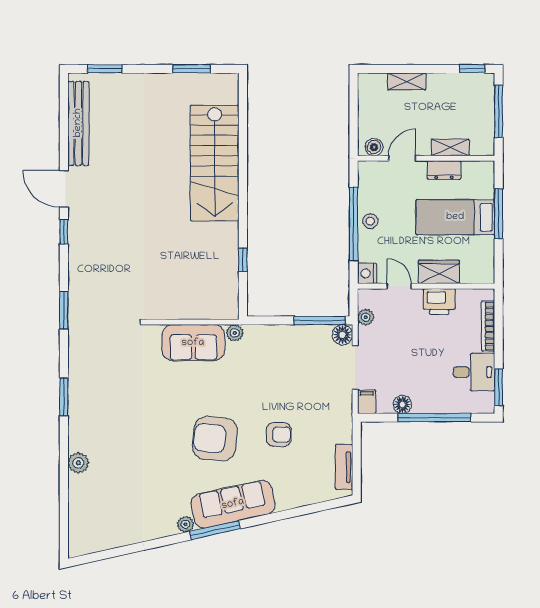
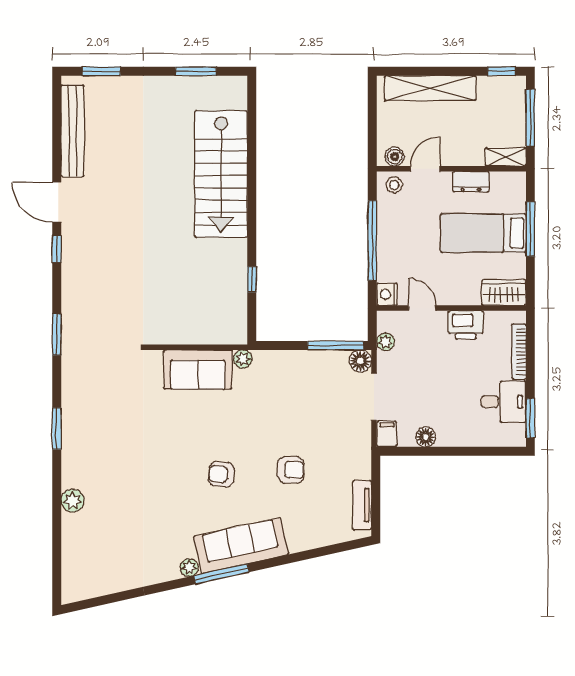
shelving: (407, 81) -> (430, 88), width x2.20, depth x1.33
shelving: (450, 147) -> (506, 157), moved
stool: (370, 221) -> (394, 185), moved
wardrobe: (439, 272) -> (504, 293), moved
window: (434, 418) -> (461, 451), removed
armchair: (215, 439) -> (221, 474), width x0.53, depth x0.53

